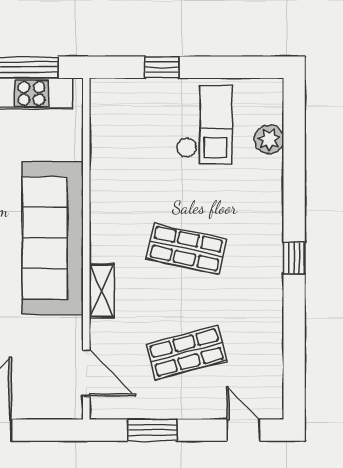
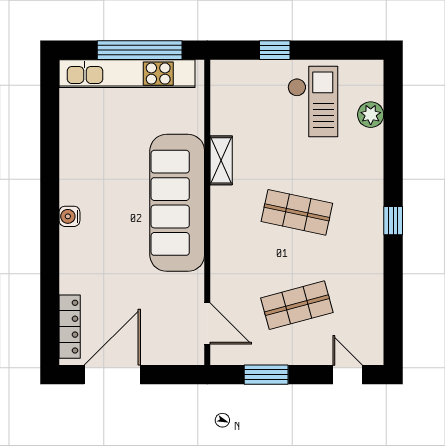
shelving: (102, 291) -> (221, 160), moved

